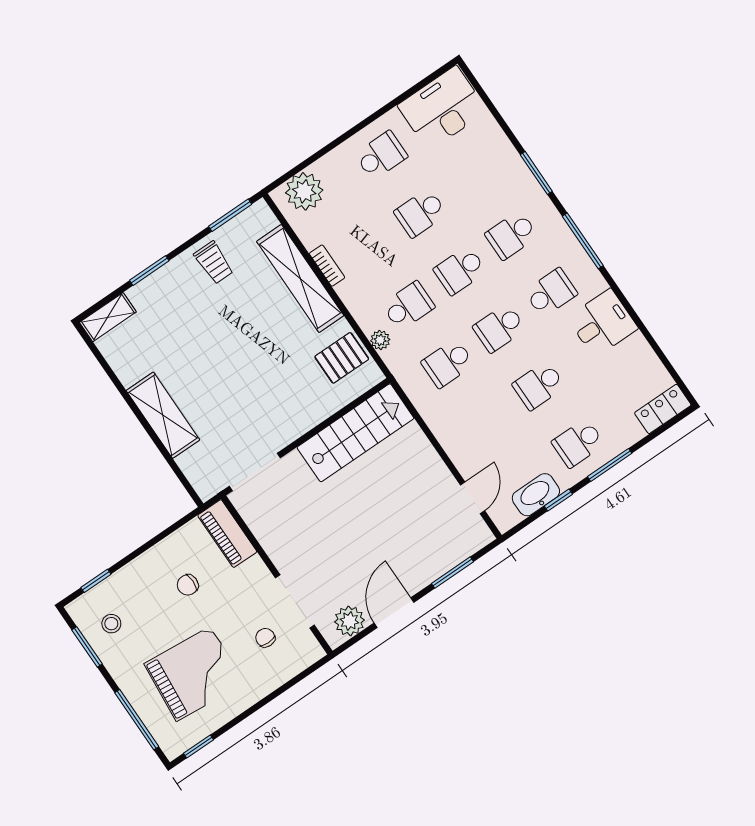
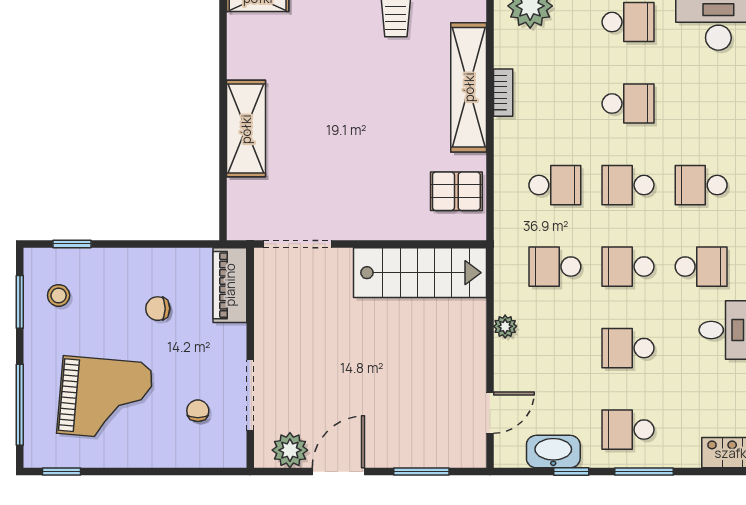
school desk: (421, 213) -> (628, 104), turned 180
plant: (380, 340) -> (505, 326), moved

